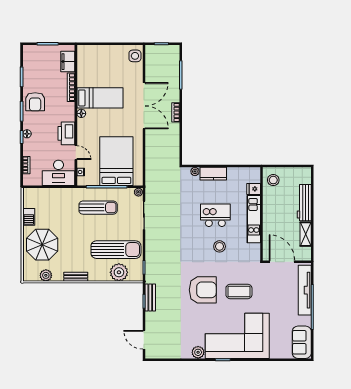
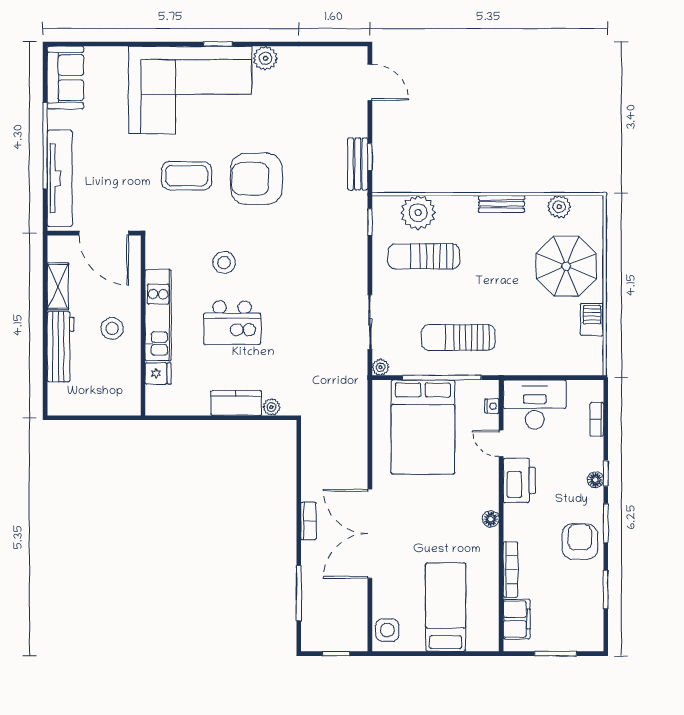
bed: (100, 98) -> (446, 607), moved, turned 90
stool: (273, 180) -> (112, 328), moved
sun lounger: (116, 250) -> (424, 256), width x0.73, depth x0.75

